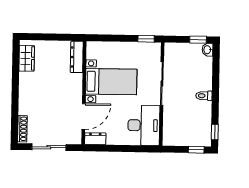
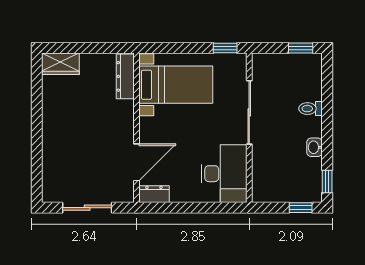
washbasin: (208, 50) -> (315, 147), moved
wardrobe: (27, 58) -> (60, 64), moved, turned 90
bed with nightstands: (111, 82) -> (176, 85), moved
toilet: (204, 96) -> (310, 109), moved
shoe rack: (22, 129) -> (48, 182), removed

